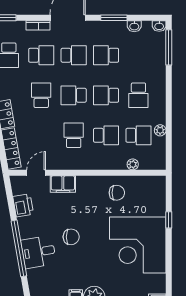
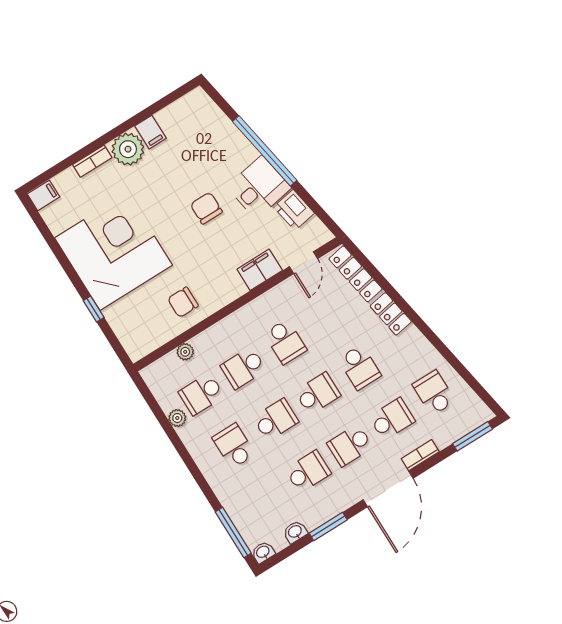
school desk: (41, 55) -> (392, 419), turned 180
chair: (71, 237) -> (206, 208), turned 90
desk: (39, 252) -> (259, 187), moved

